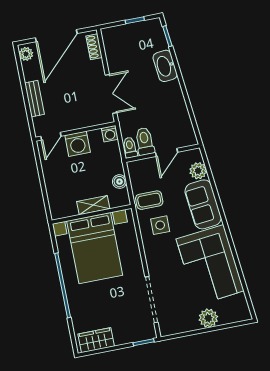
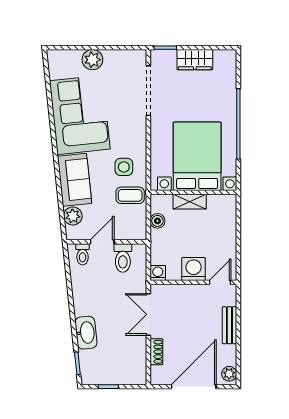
shoe rack: (94, 47) -> (156, 352), moved
toilet: (130, 148) -> (83, 254), moved
wardrobe: (96, 340) -> (195, 60), moved

